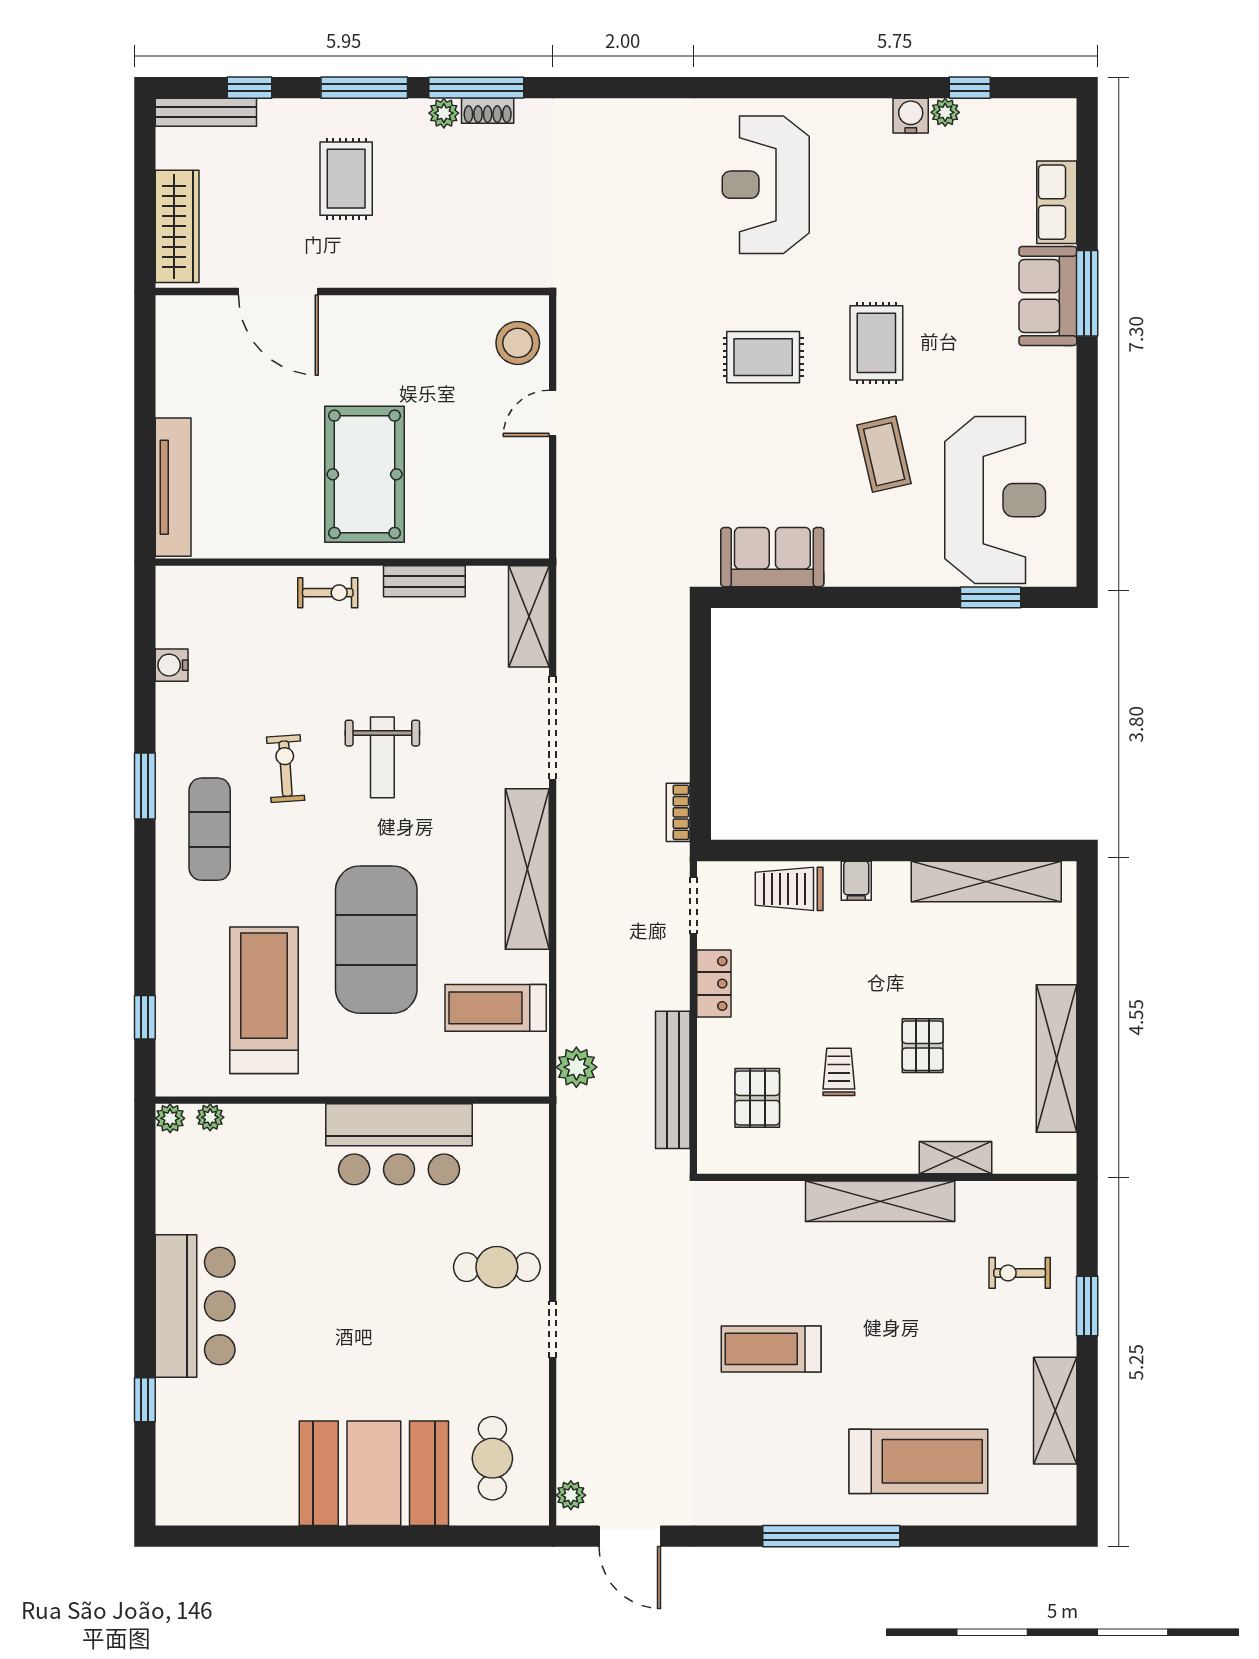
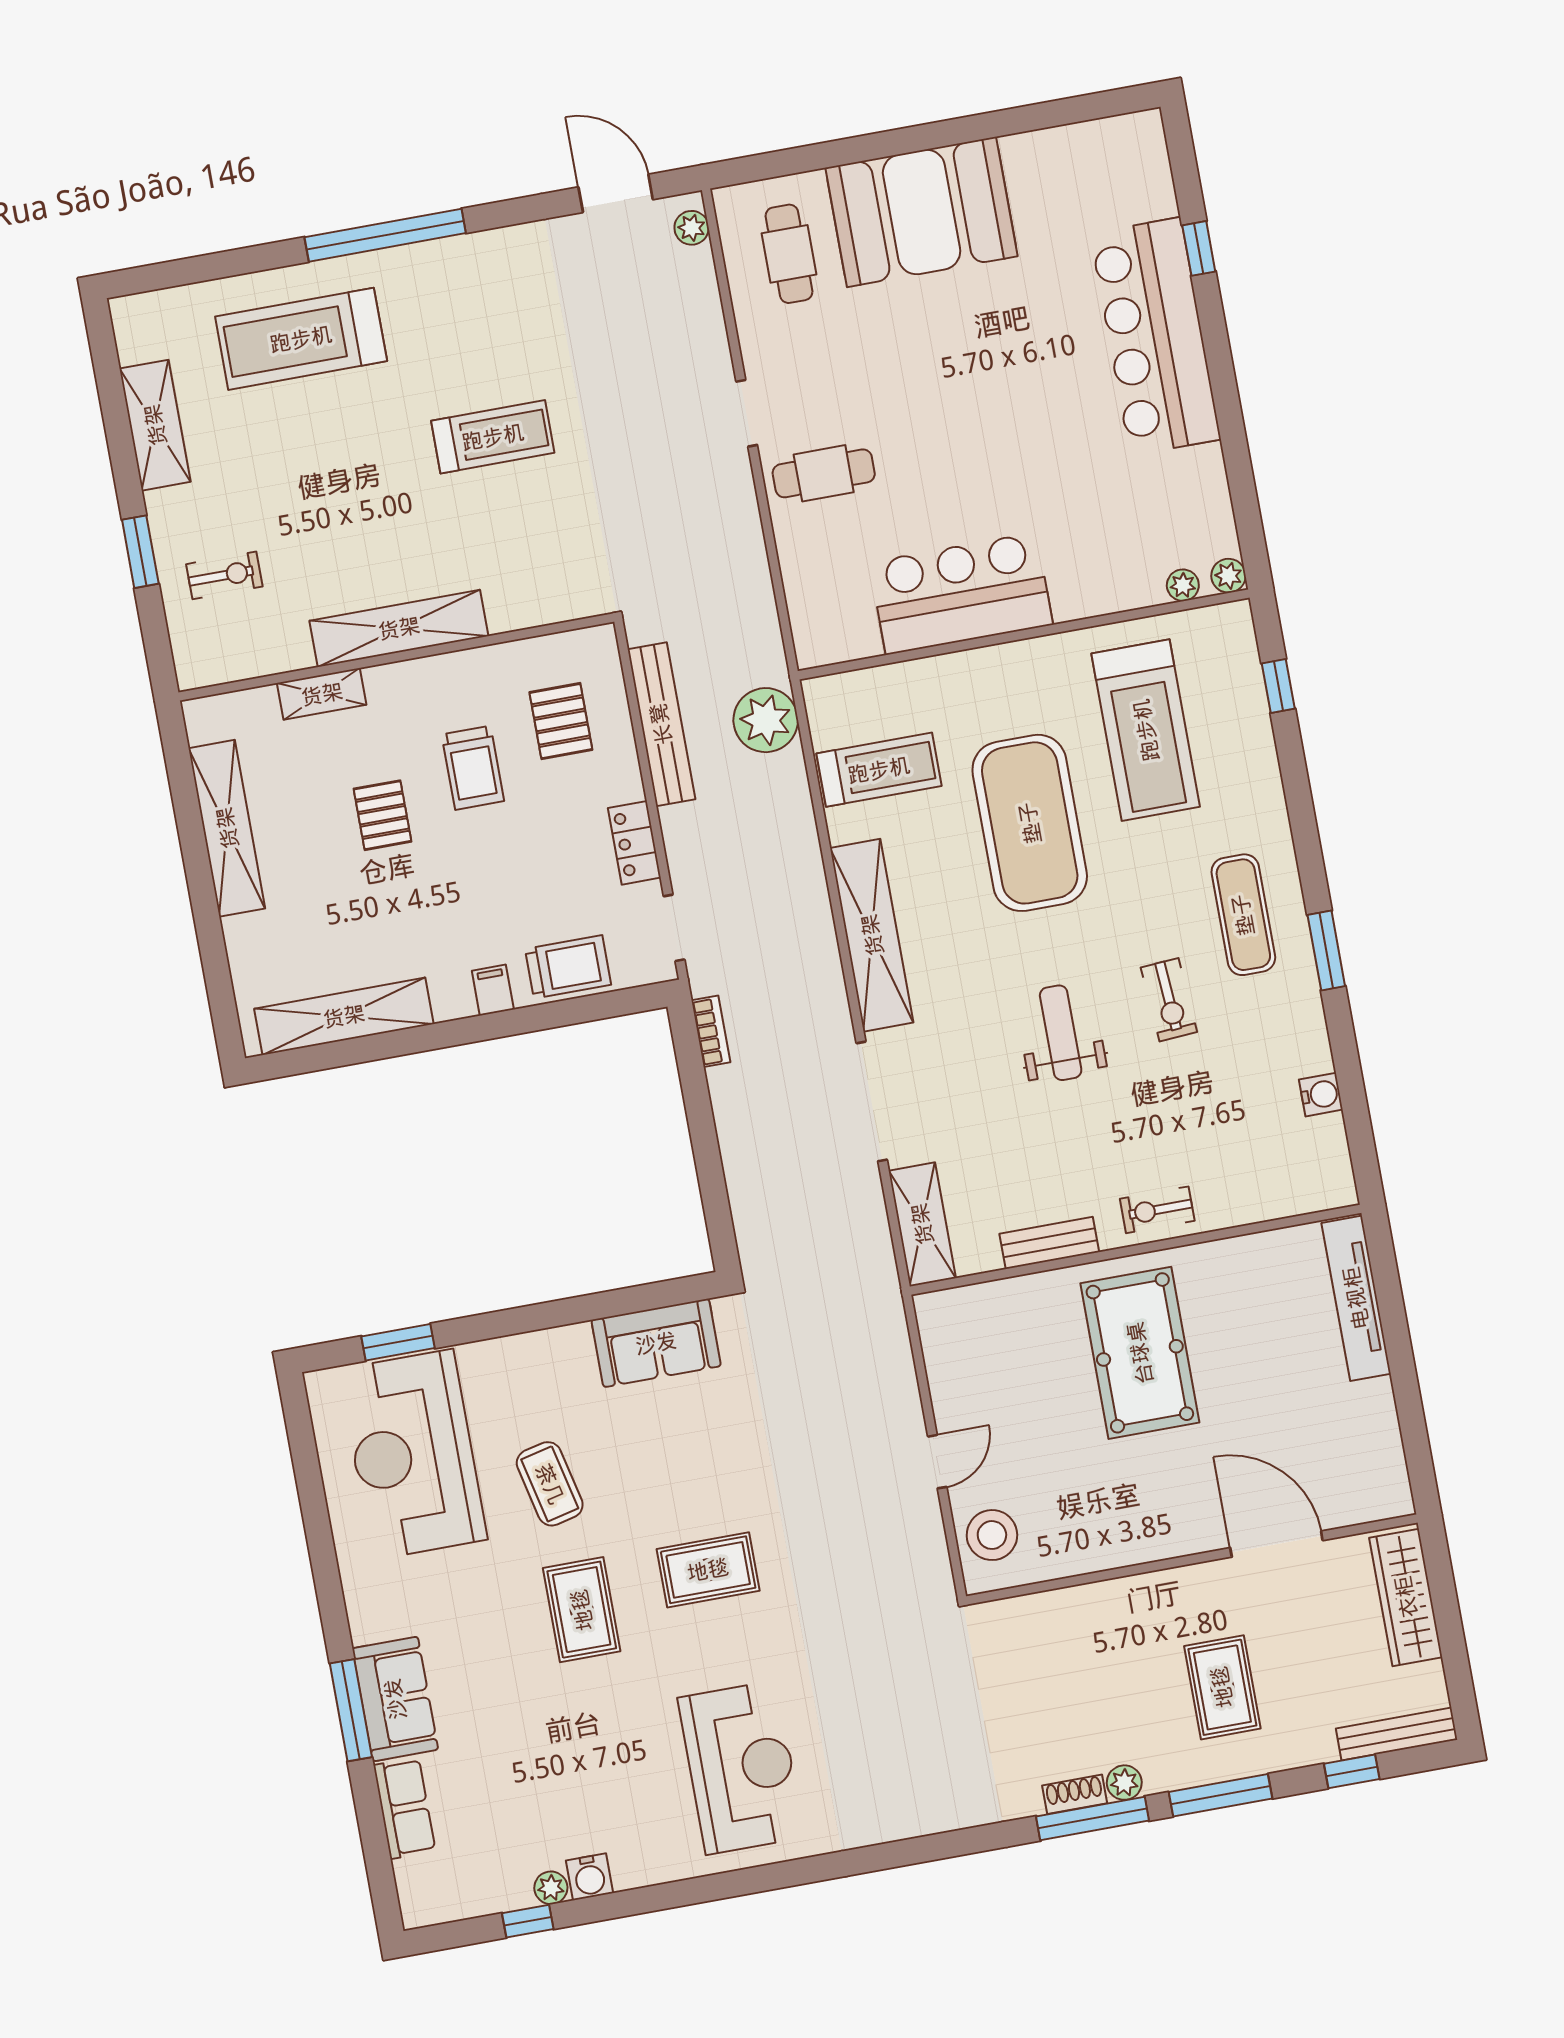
plant: (576, 1067) -> (766, 720), width x1.36, depth x1.36
trolley: (839, 1072) -> (473, 768), width x1.36, depth x1.39
bar counter: (195, 1306) -> (1155, 336), width x1.36

